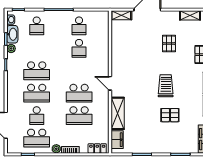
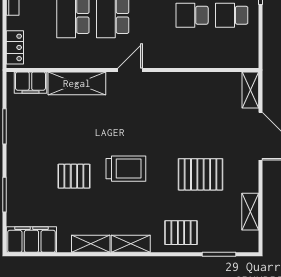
pallet: (169, 44) -> (201, 174), width x1.50, depth x1.42
pallet: (170, 115) -> (74, 176), turned 90

